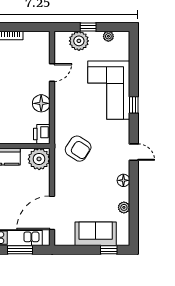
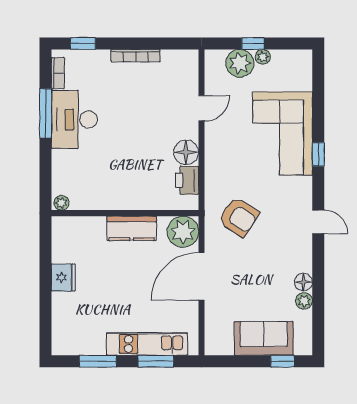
plant: (108, 36) -> (263, 57), moved
printer: (42, 134) -> (187, 180), moved
floor lamp: (123, 180) -> (303, 282), moved
door: (52, 213) -> (202, 276), moved

